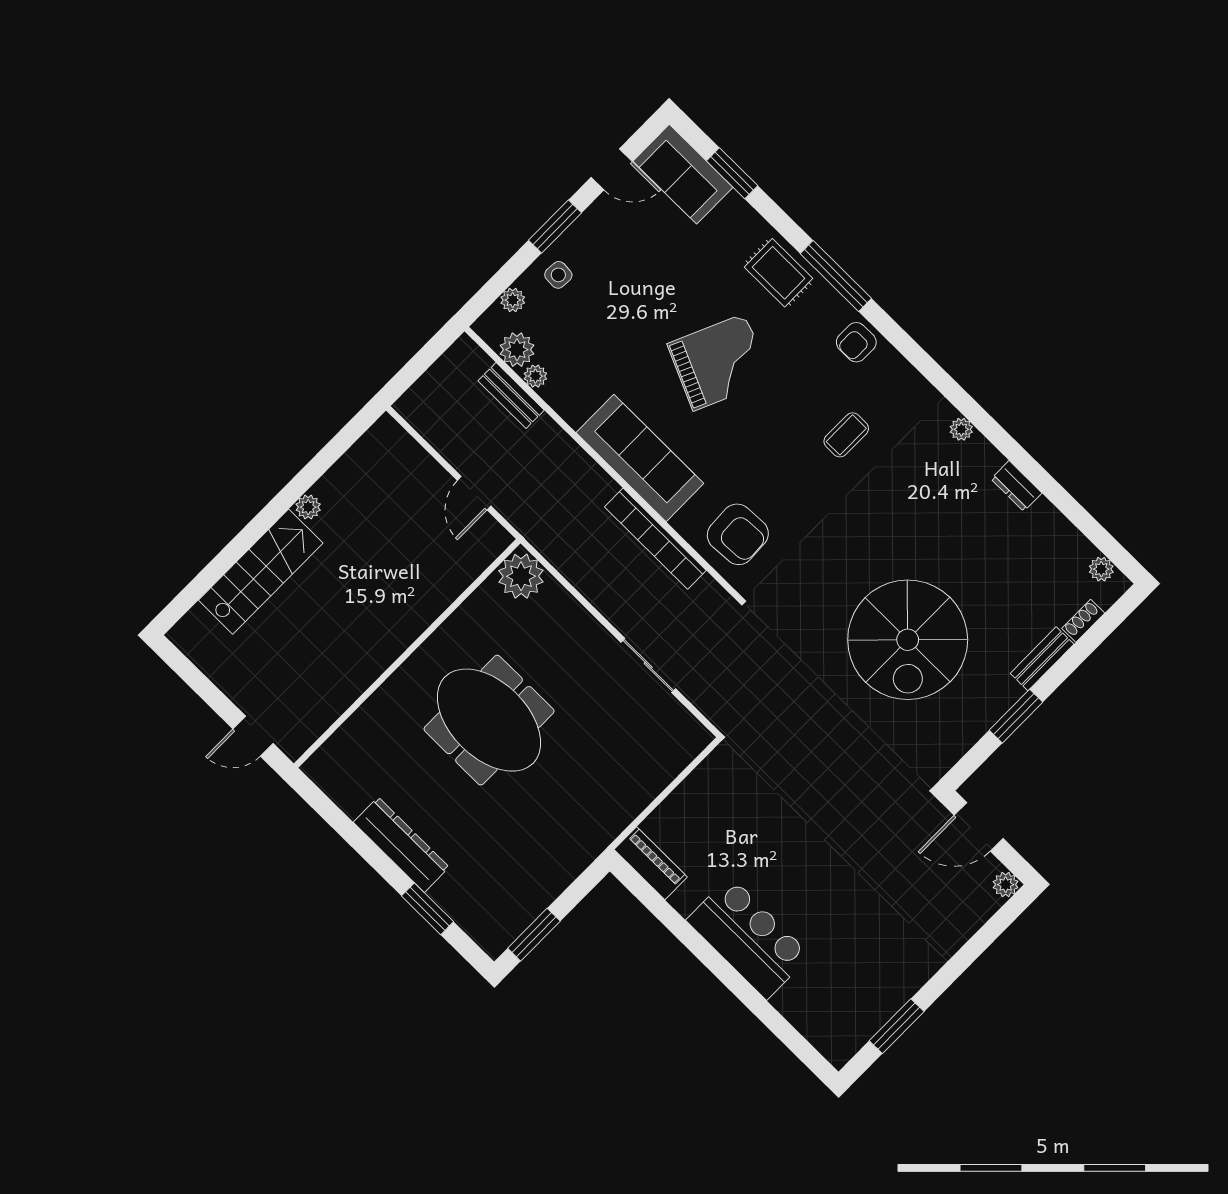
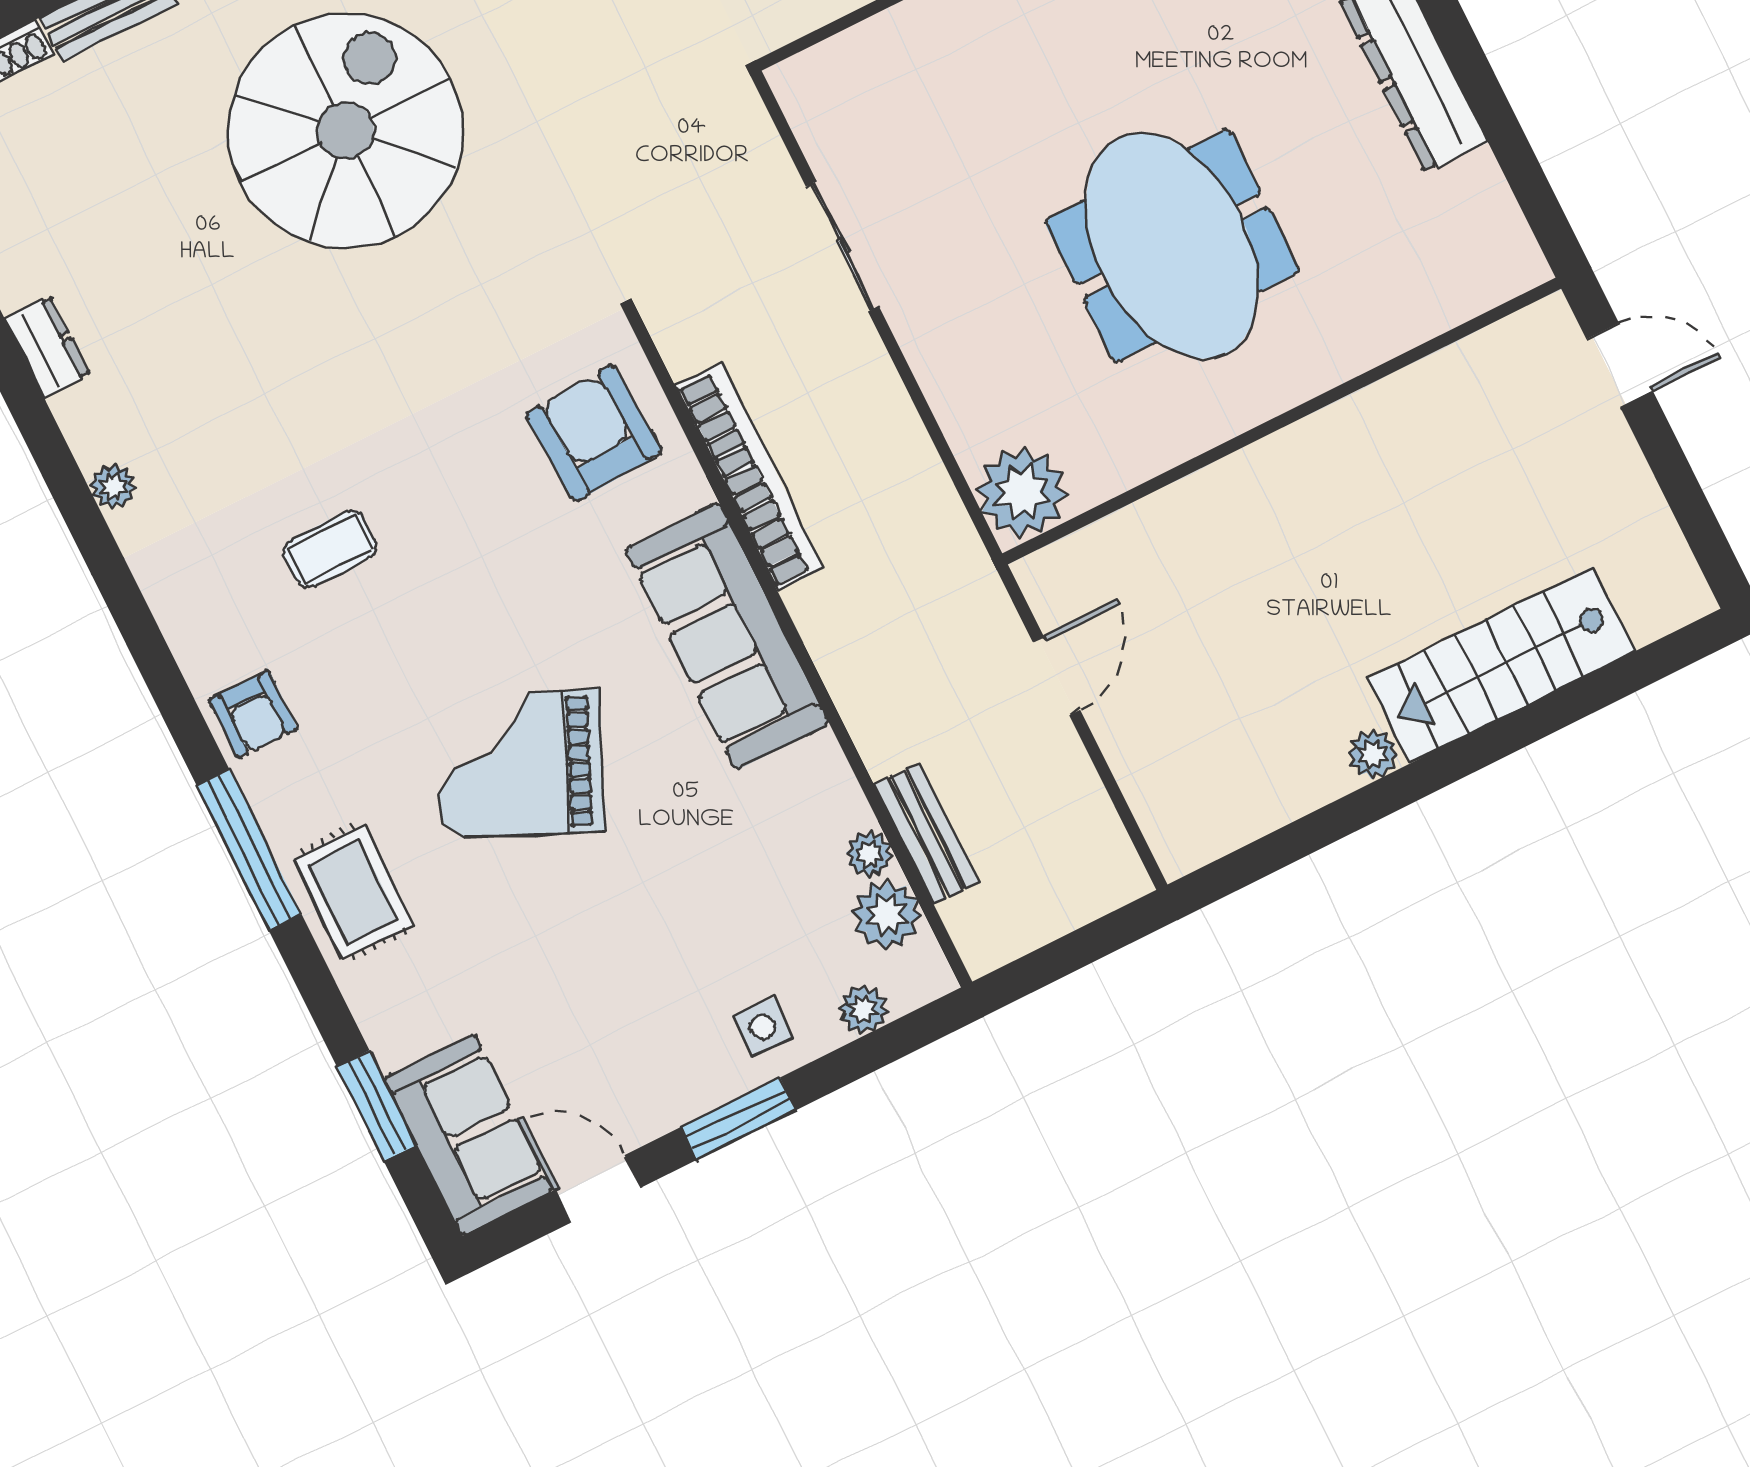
armchair: (856, 342) -> (253, 714), turned 90

